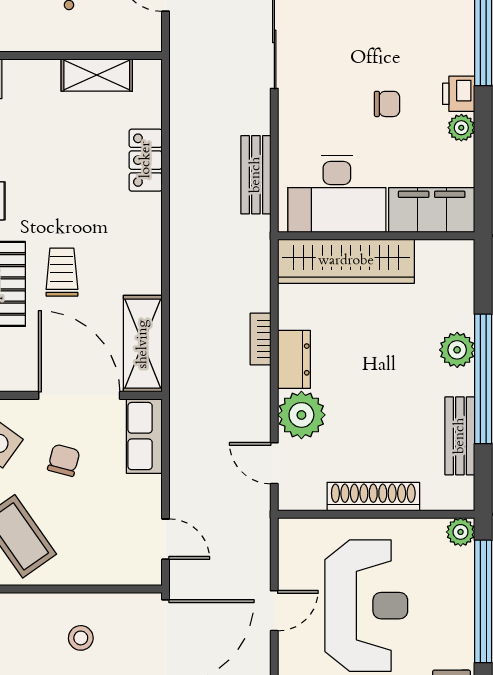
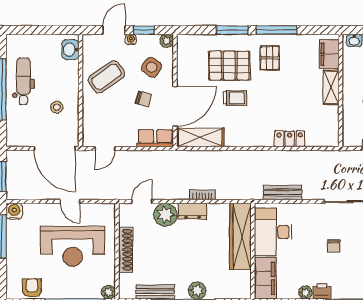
shelving: (97, 75) -> (331, 87), moved
chair: (387, 104) -> (334, 246), moved

